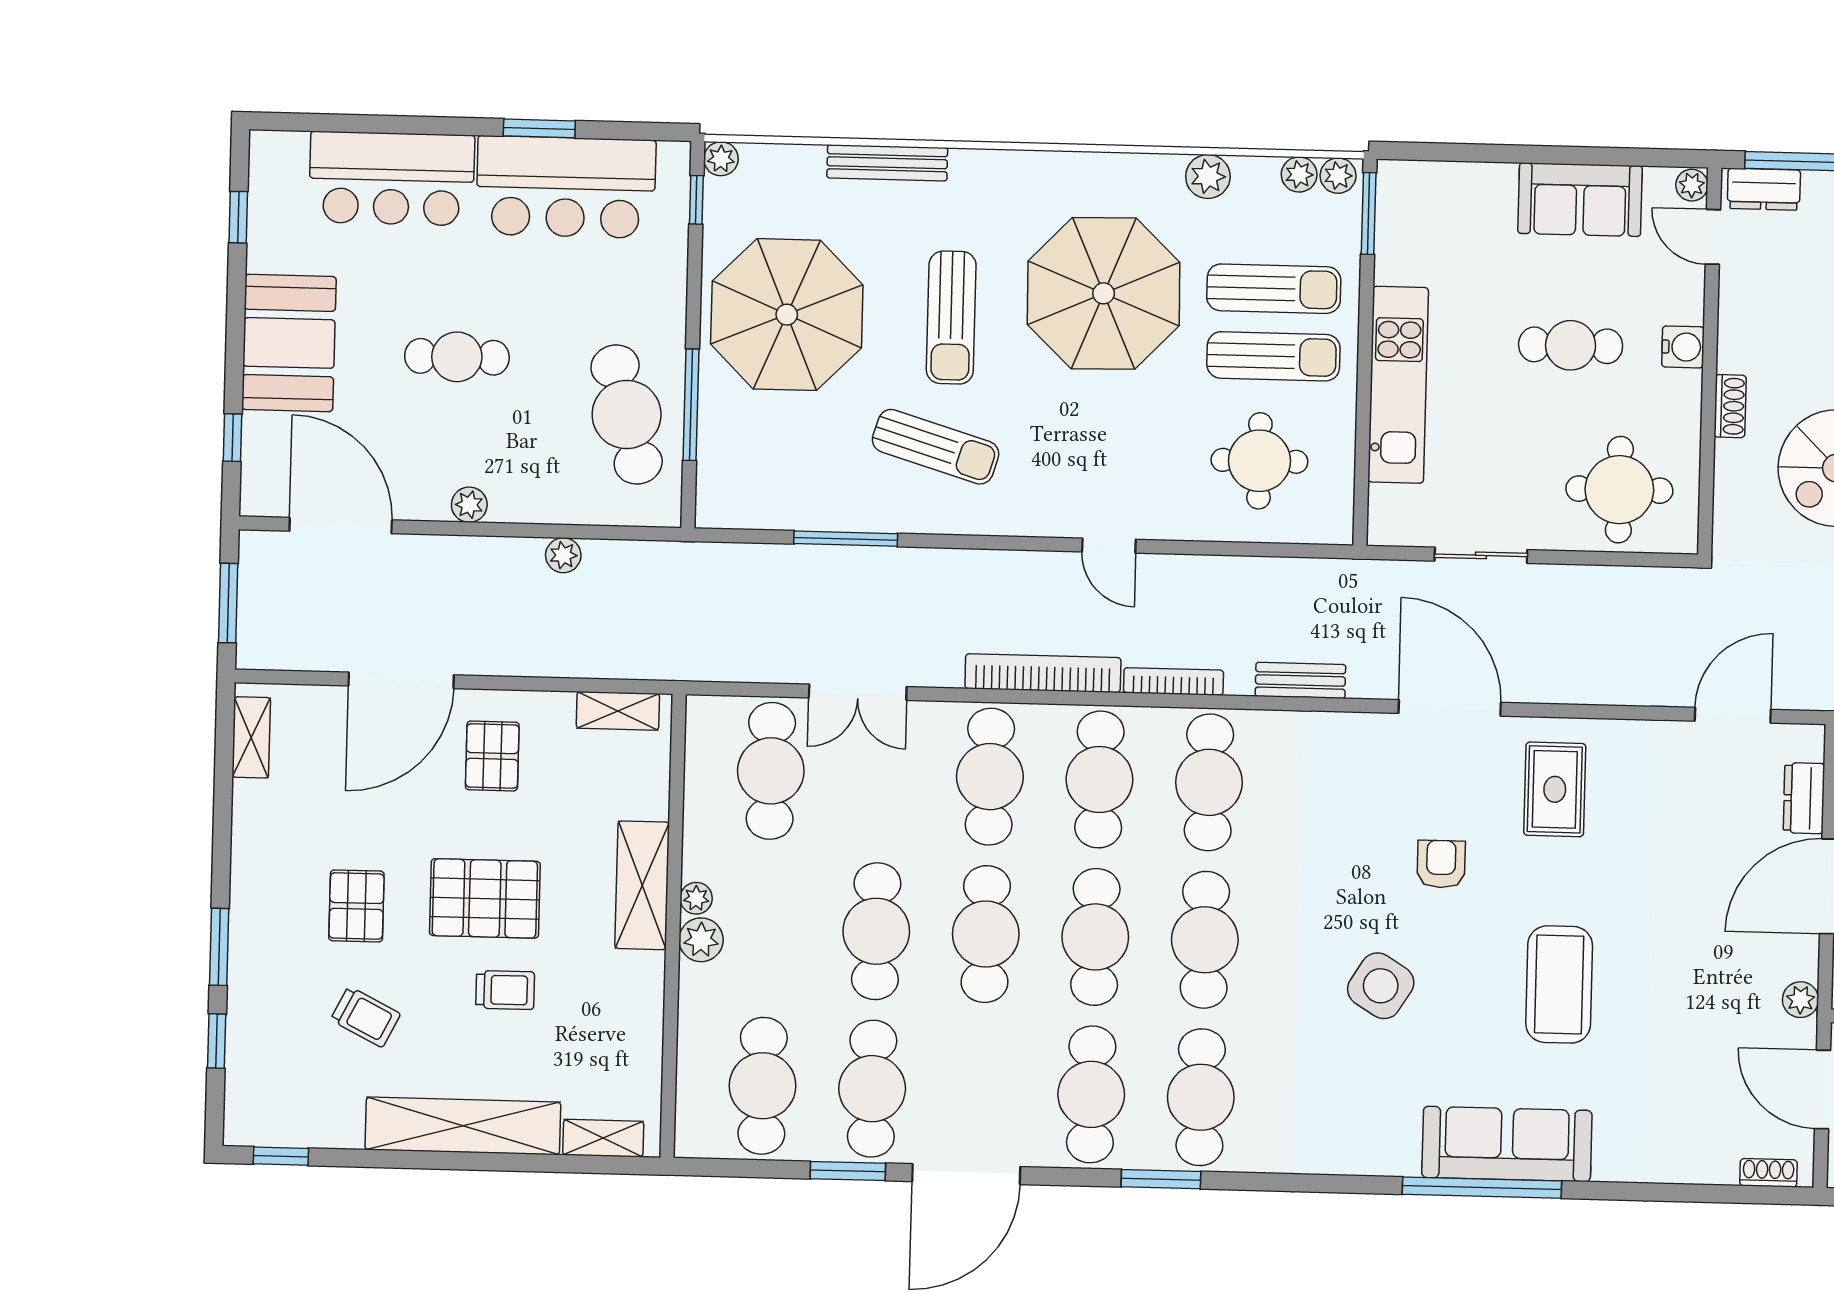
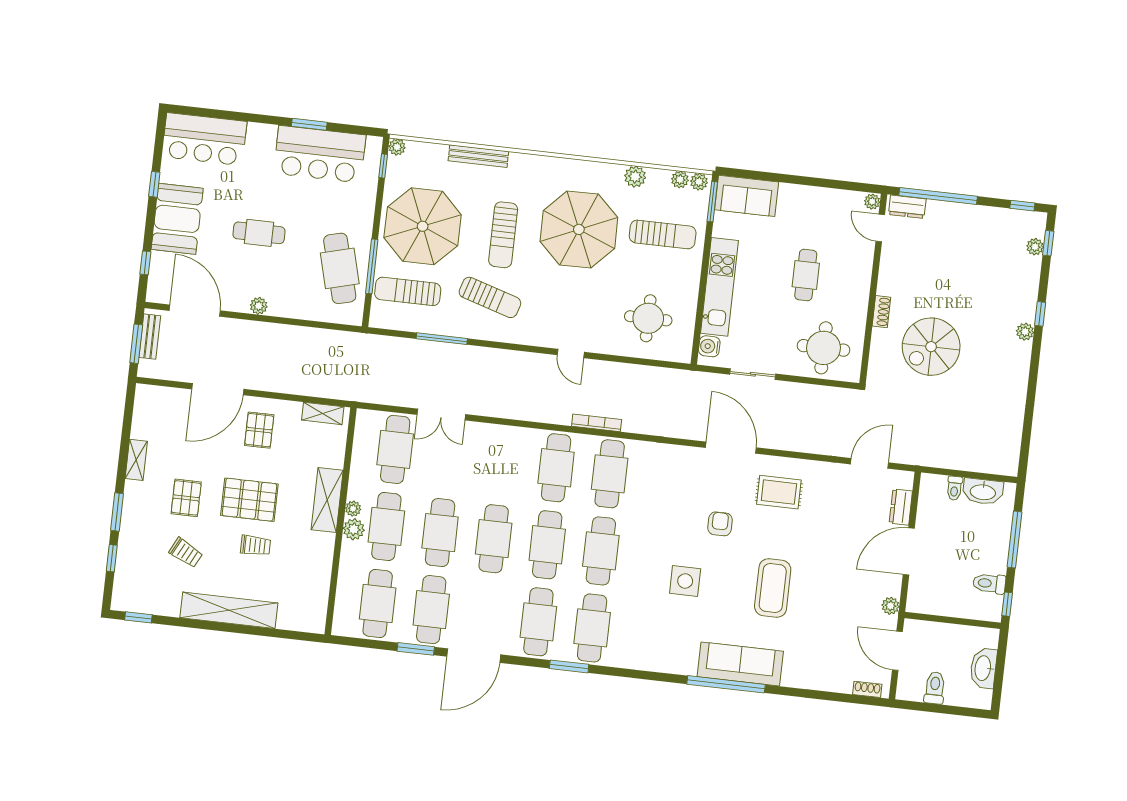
bar counter: (392, 179) -> (204, 139), moved
sofa: (1580, 200) -> (747, 196), moved
window: (238, 217) -> (154, 184), moved
cafe table: (1571, 345) -> (806, 275), turned 90
water cooler: (1683, 347) -> (709, 346), moved, turned 180
sun lounger: (1273, 356) -> (408, 291), moved, turned 180
plant: (563, 555) -> (303, 335), removed
bookcase: (1043, 673) -> (533, 413), removed
bench: (1300, 680) -> (150, 337), moved, turned 90
shelving: (251, 737) -> (136, 460), moved
cafe table: (990, 777) -> (386, 526), moved
rug: (1555, 789) -> (779, 492), turned 90
side table: (1381, 986) -> (685, 581), turned -32
shelving: (603, 1138) -> (297, 622), removed

